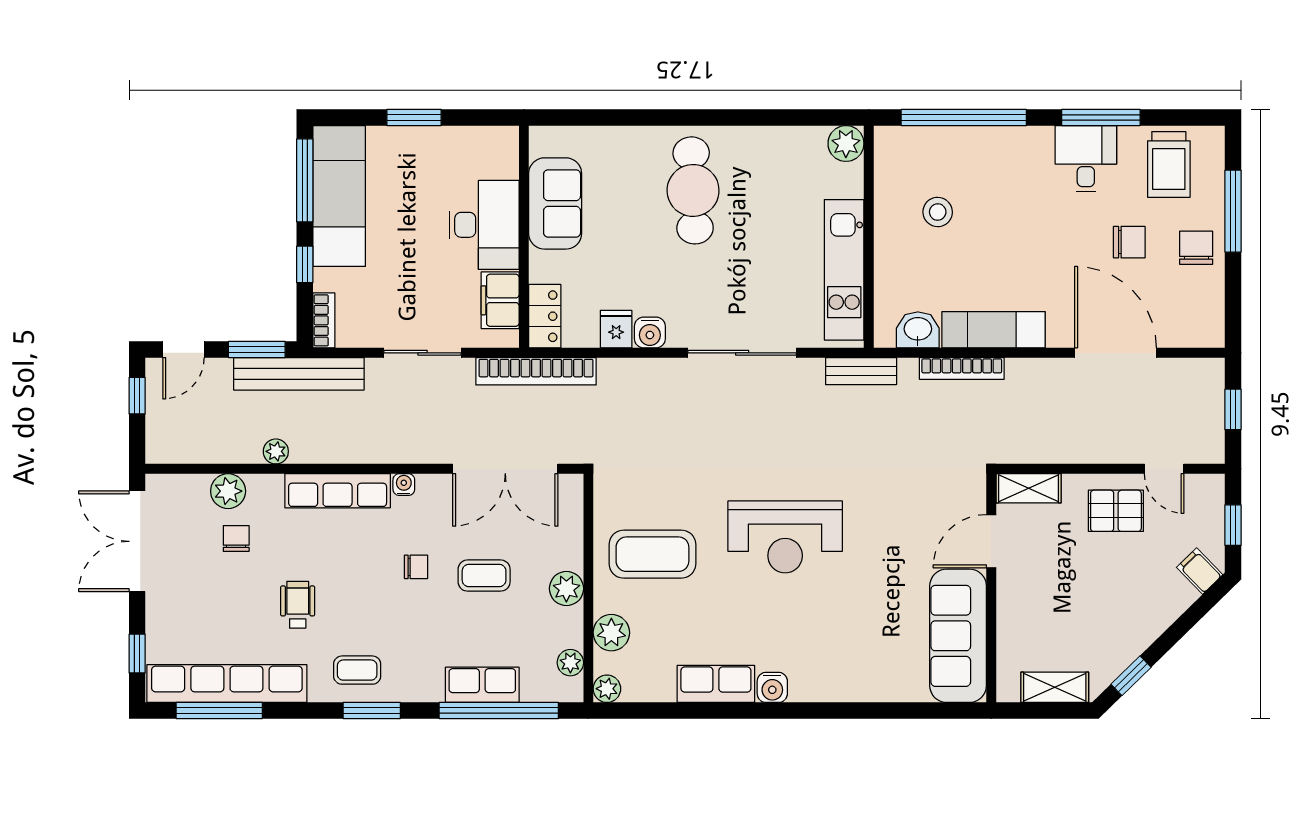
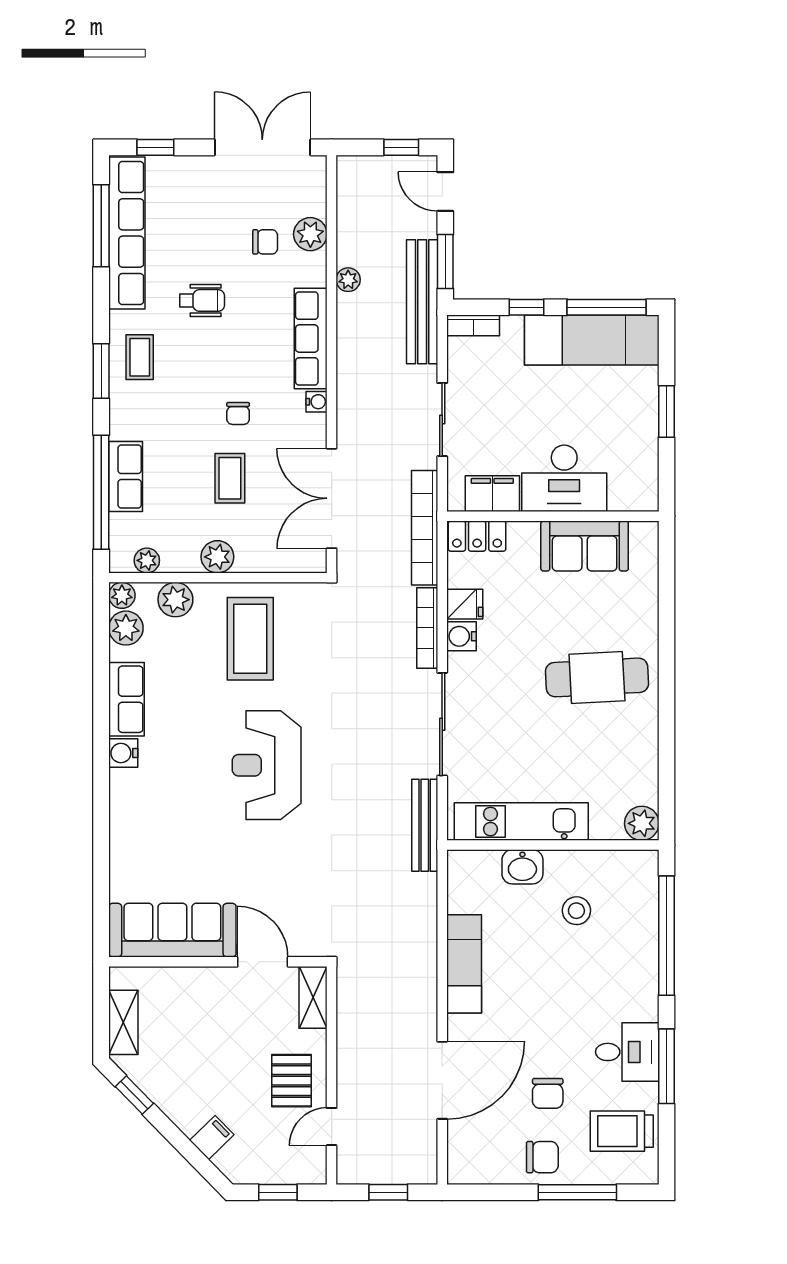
washbasin: (918, 330) -> (522, 867), moved, turned 90
bookcase: (962, 368) -> (427, 628), moved
bench: (861, 371) -> (425, 825), width x1.36
filing cabinet: (1200, 571) -> (212, 1138), moved
plant: (641, 685) -> (126, 628), added

